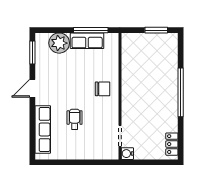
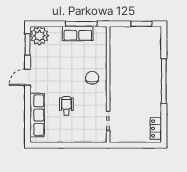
plant: (59, 43) -> (39, 36), moved
chair: (103, 89) -> (92, 78), turned -90
water cooler: (127, 154) -> (115, 137), removed

